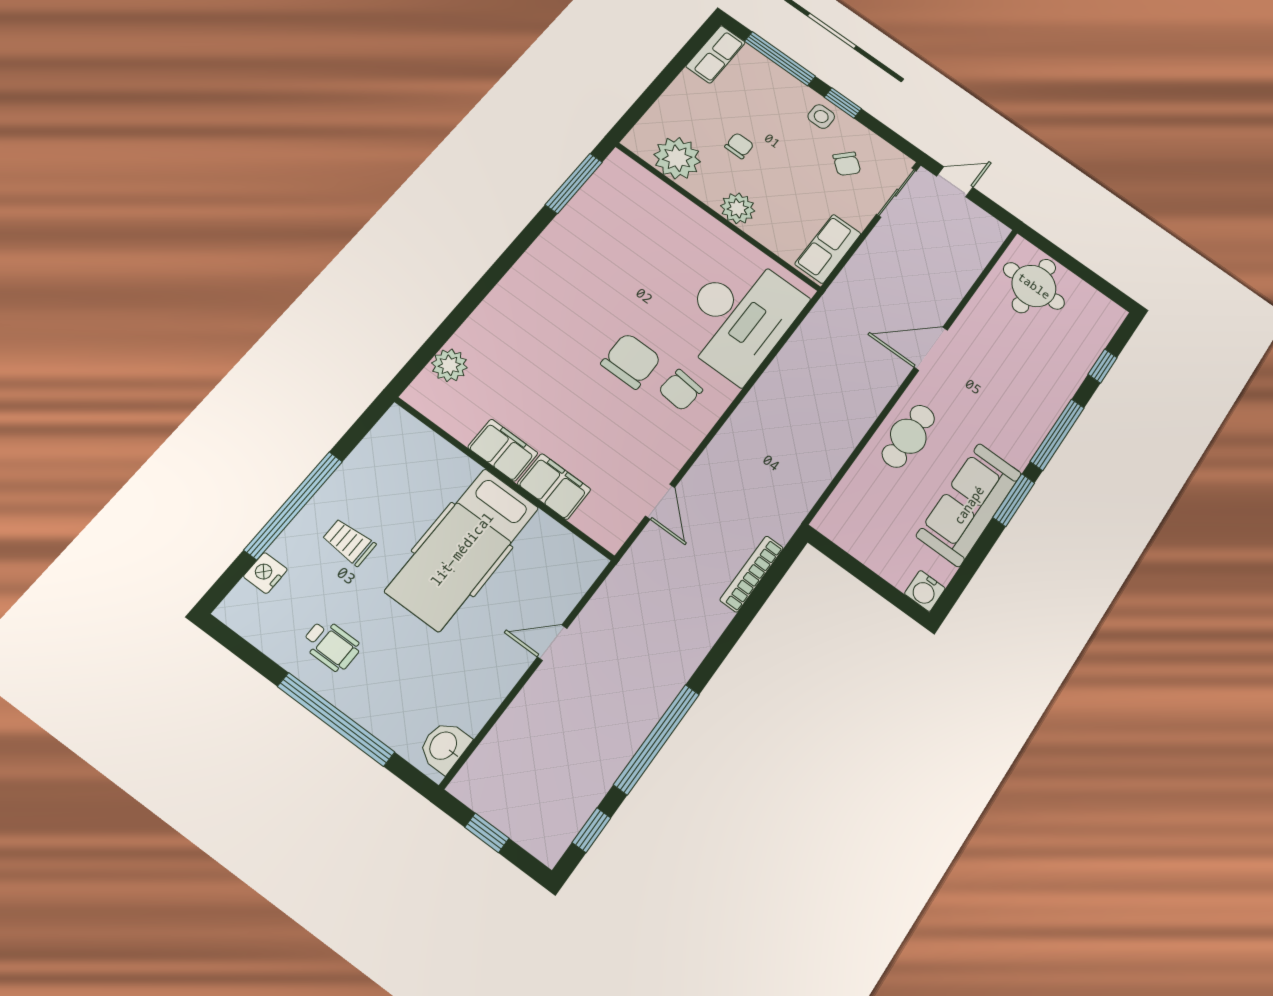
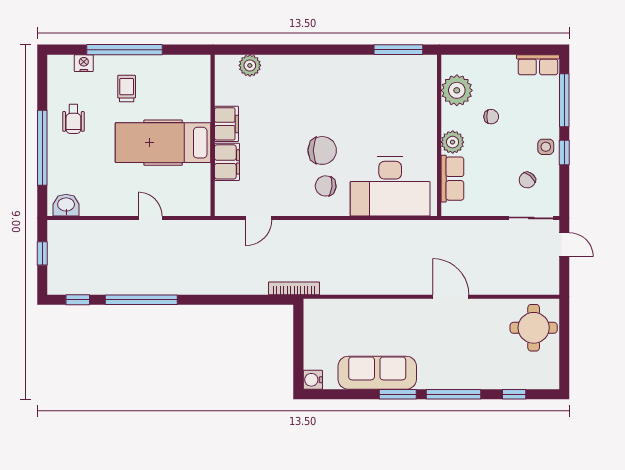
row of seats: (828, 249) -> (452, 179), moved, turned 90
cafe table: (908, 436) -> (391, 317), removed
bookcase: (752, 574) -> (294, 288), moved

